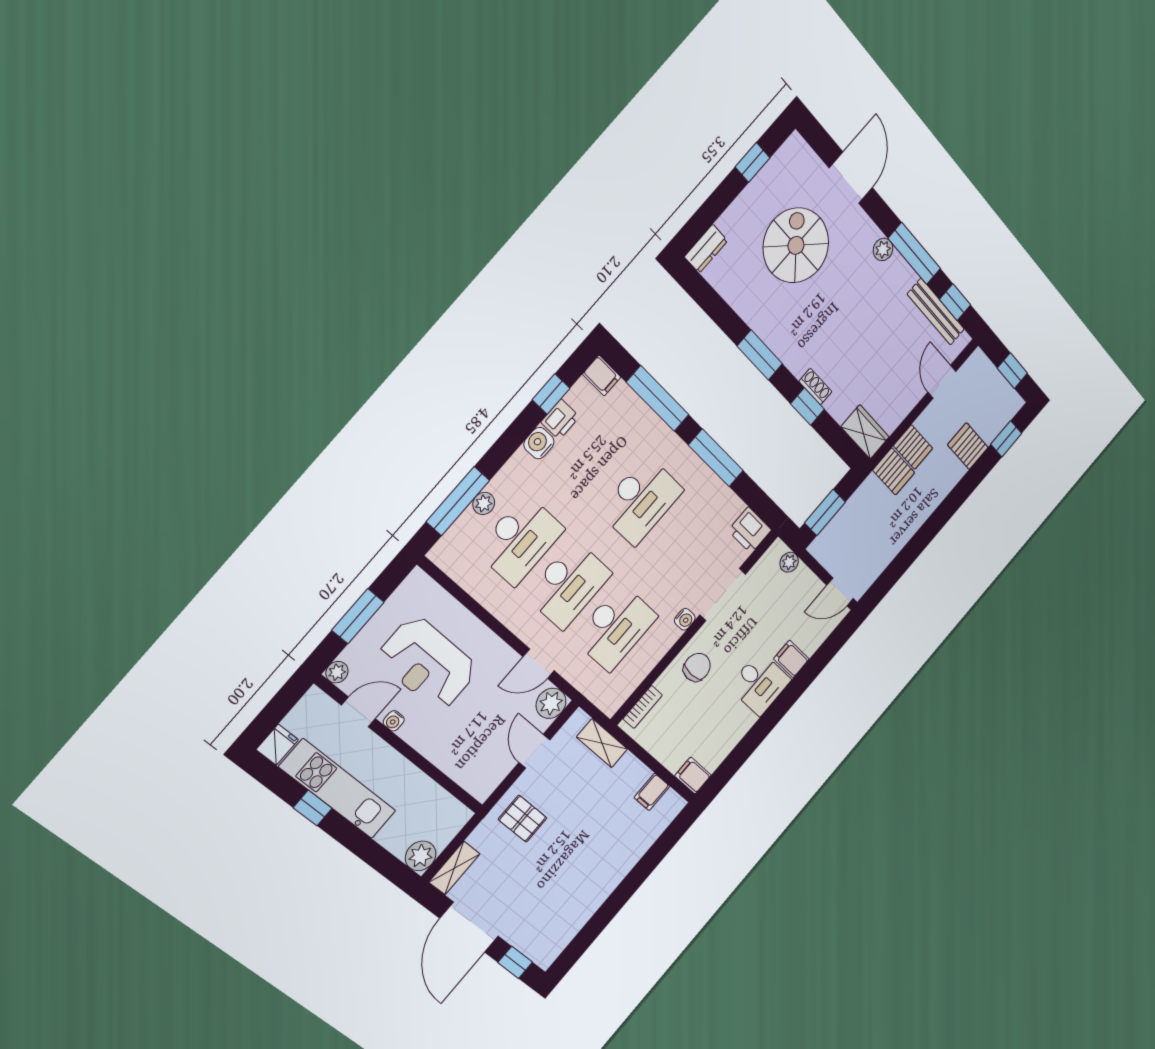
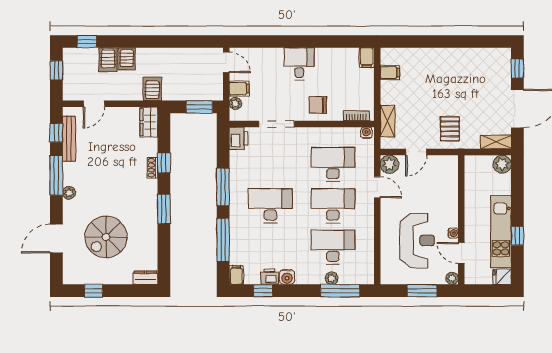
server rack: (913, 447) -> (127, 59), moved, turned 180
water cooler: (685, 619) -> (366, 133), moved
filing cabinet: (791, 659) -> (239, 89), moved, turned -90

